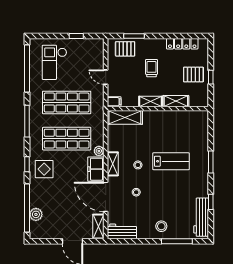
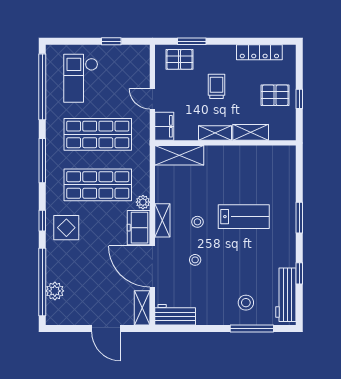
filing cabinet: (114, 102) -> (164, 126), width x2.00
stool: (161, 226) -> (246, 303), moved

